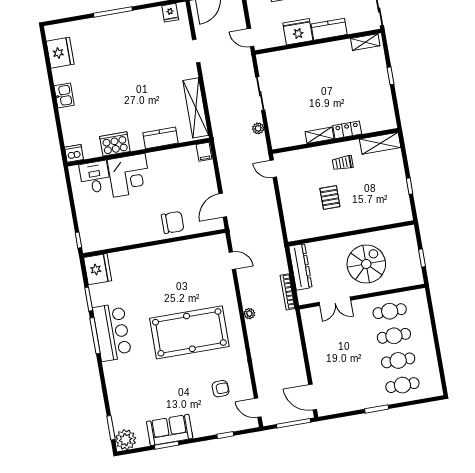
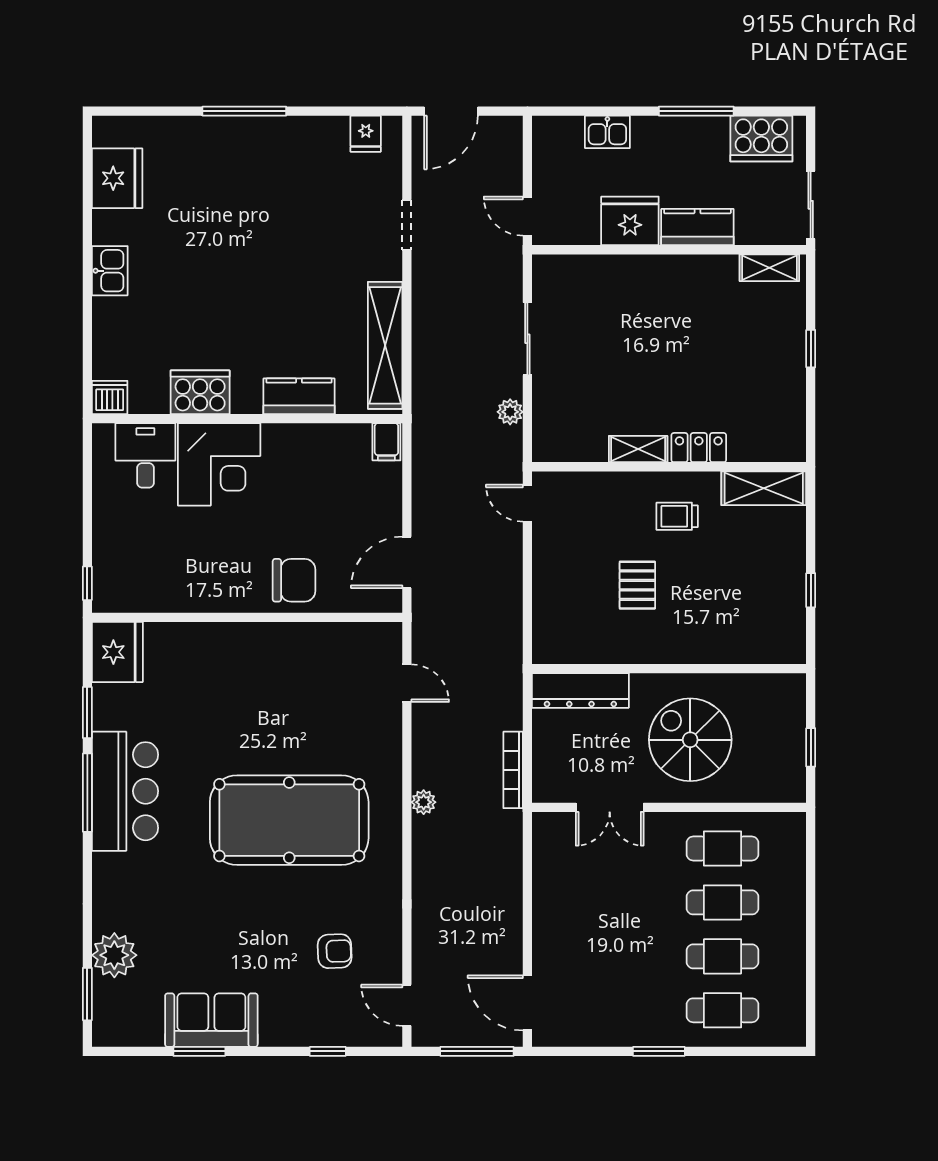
spiral stairs: (366, 264) -> (690, 740), turned -90
dresser: (300, 267) -> (580, 690), moved, turned 90
plant: (126, 440) -> (114, 955), moved

